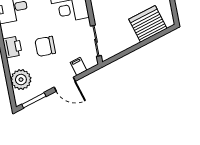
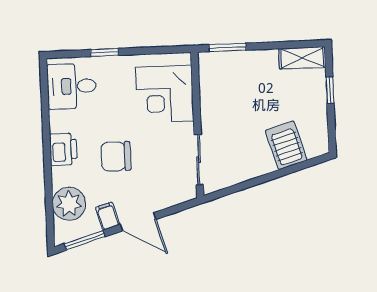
server rack: (148, 24) -> (286, 145), width x0.62
filing cabinet: (79, 66) -> (108, 216), moved

